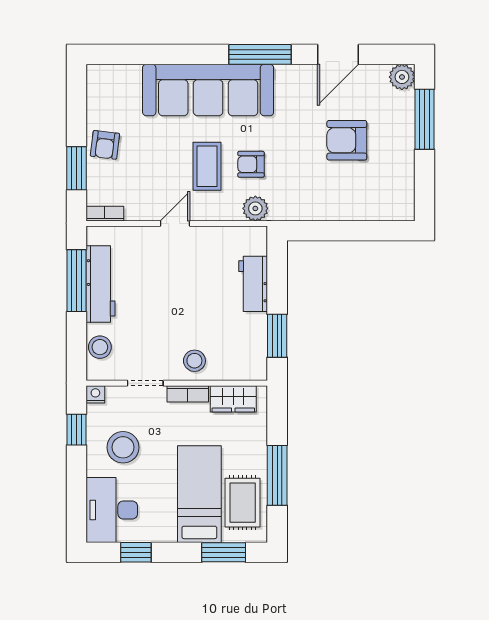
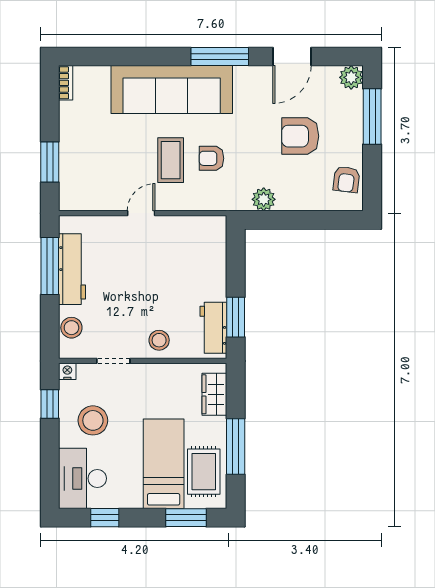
armchair: (105, 145) -> (346, 179), moved
plant: (255, 208) -> (264, 199), moved
bookcase: (105, 214) -> (66, 83), moved, turned 90
workbench: (253, 284) -> (213, 328), moved
bookcase: (188, 394) -> (153, 371), removed
wardrobe: (233, 399) -> (214, 394), moved, turned 90

